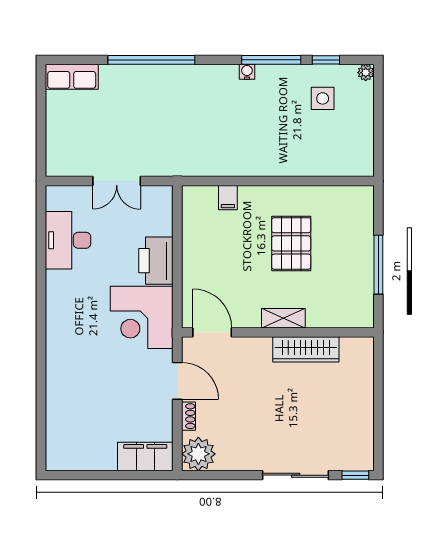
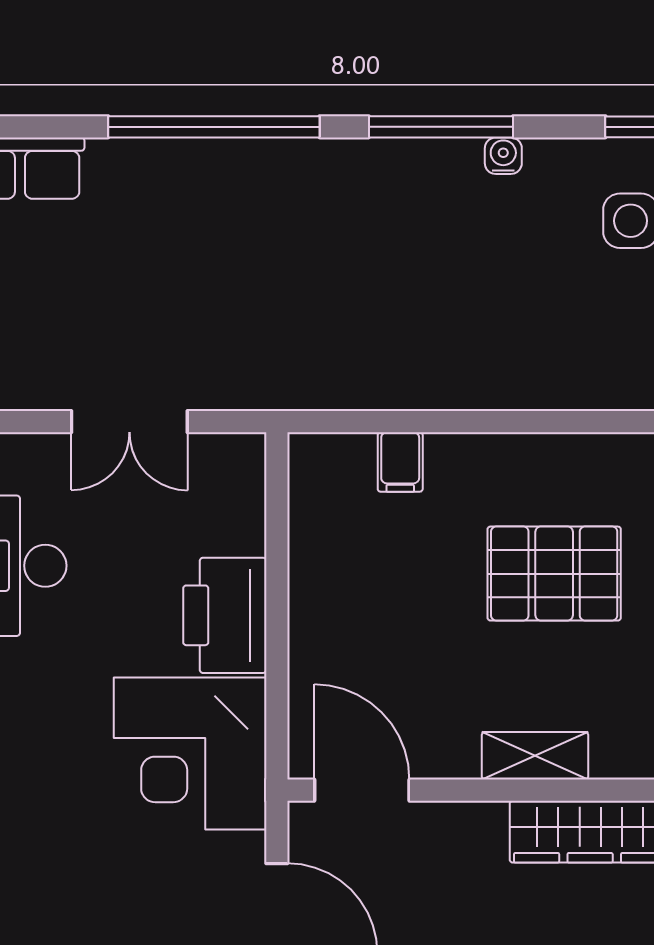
window: (271, 60) -> (441, 127), moved
water cooler: (247, 72) -> (503, 156), moved
pallet: (291, 243) -> (554, 574), turned 90

